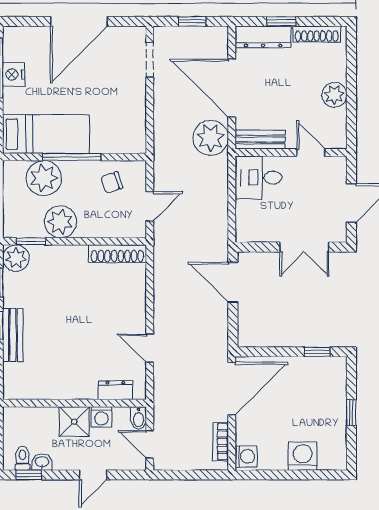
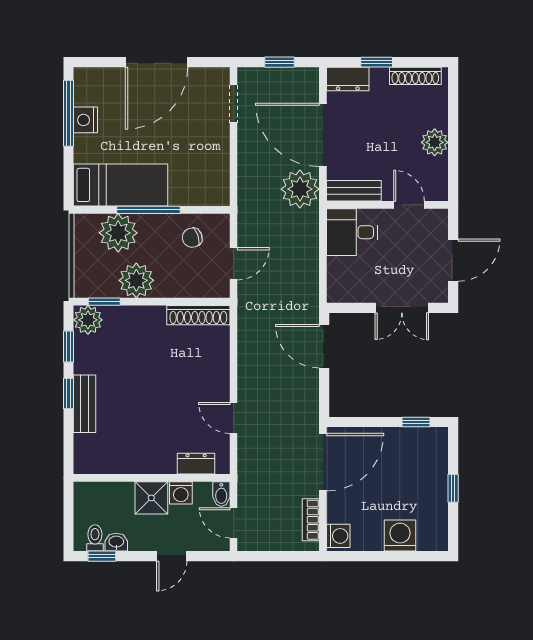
dresser: (263, 37) -> (348, 79), width x0.70

